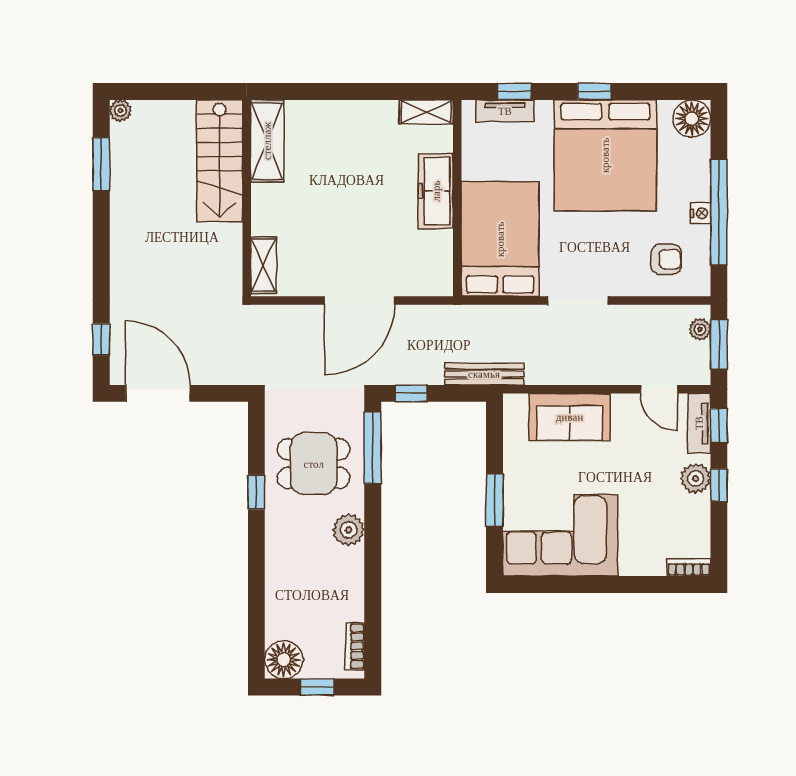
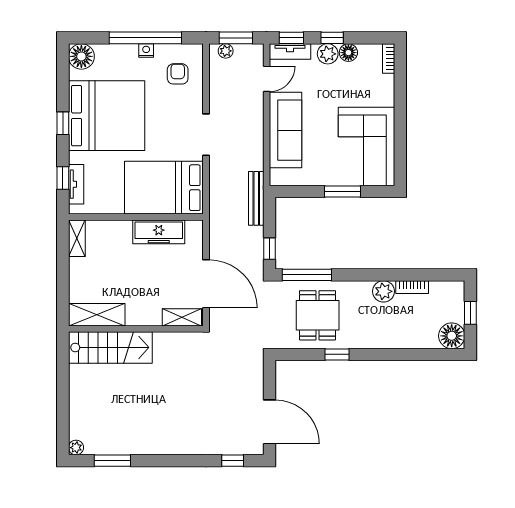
shelving: (267, 141) -> (97, 315), moved
stairs: (219, 161) -> (110, 347), moved
freezer: (436, 191) -> (159, 232), moved
wall: (247, 198) -> (136, 329), moved
shelving: (264, 265) -> (182, 317), moved
door: (158, 393) -> (269, 422), swing flipped
sofa: (570, 417) -> (286, 130), width x1.36
floor lamp: (697, 509) -> (348, 53), added
plant: (349, 530) -> (384, 291), moved
bookcase: (355, 646) -> (412, 287), moved

